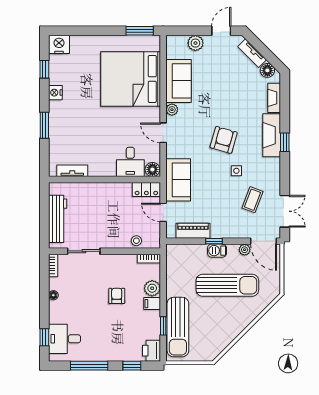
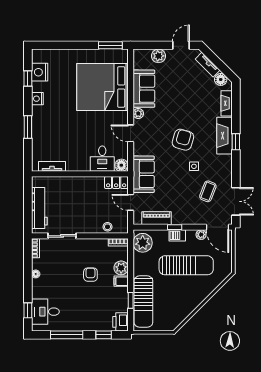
nightstand: (59, 44) -> (40, 72), moved, turned -90
plant: (177, 259) -> (143, 243), added

